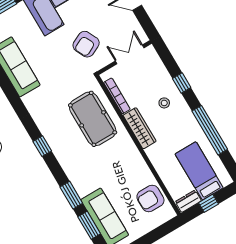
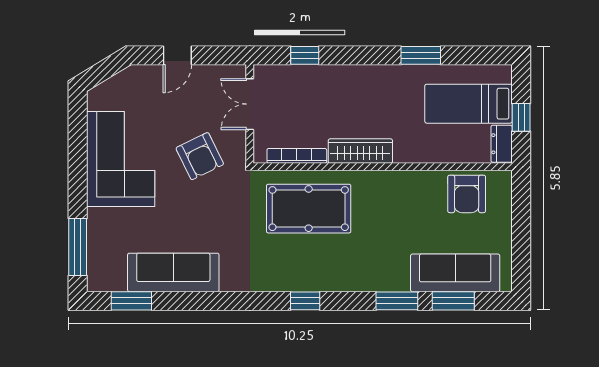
window: (182, 83) -> (305, 55), moved
stool: (164, 103) -> (346, 96), removed
window: (210, 130) -> (421, 55), width x0.47

